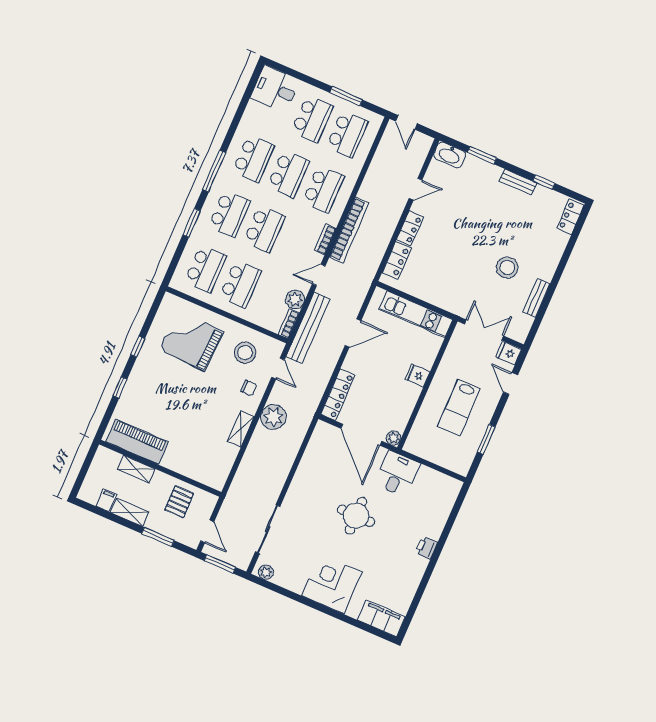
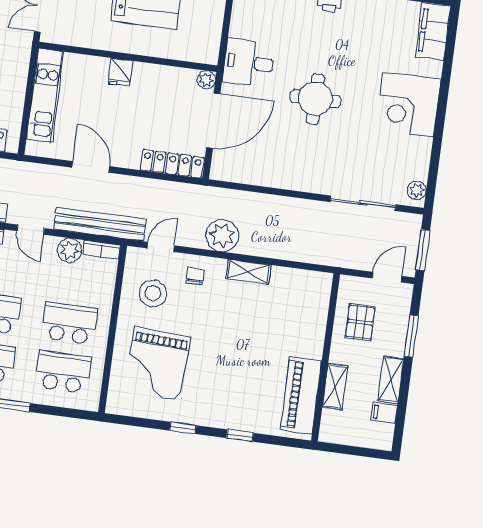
pallet: (179, 502) -> (360, 322), turned 90

